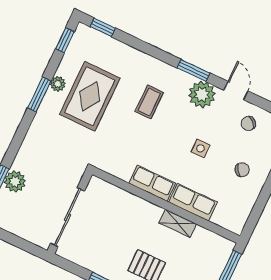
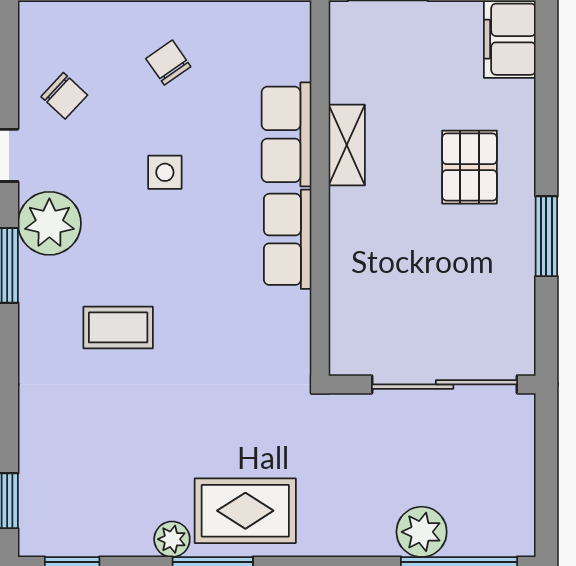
rug: (90, 96) -> (245, 511), moved, width x0.73, depth x0.70

